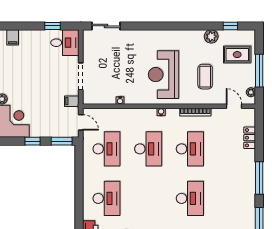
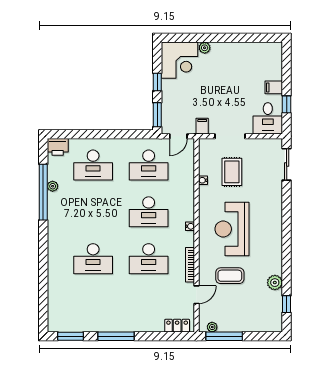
filing cabinet: (13, 37) -> (274, 87), moved
rug: (237, 55) -> (232, 172), moved
window: (259, 71) -> (224, 336), moved
reception desk: (163, 75) -> (232, 229), turned -90
door: (234, 106) -> (196, 295), moved
locker: (250, 138) -> (177, 326), moved

